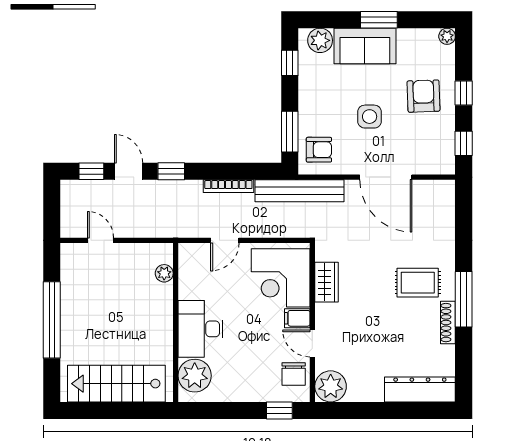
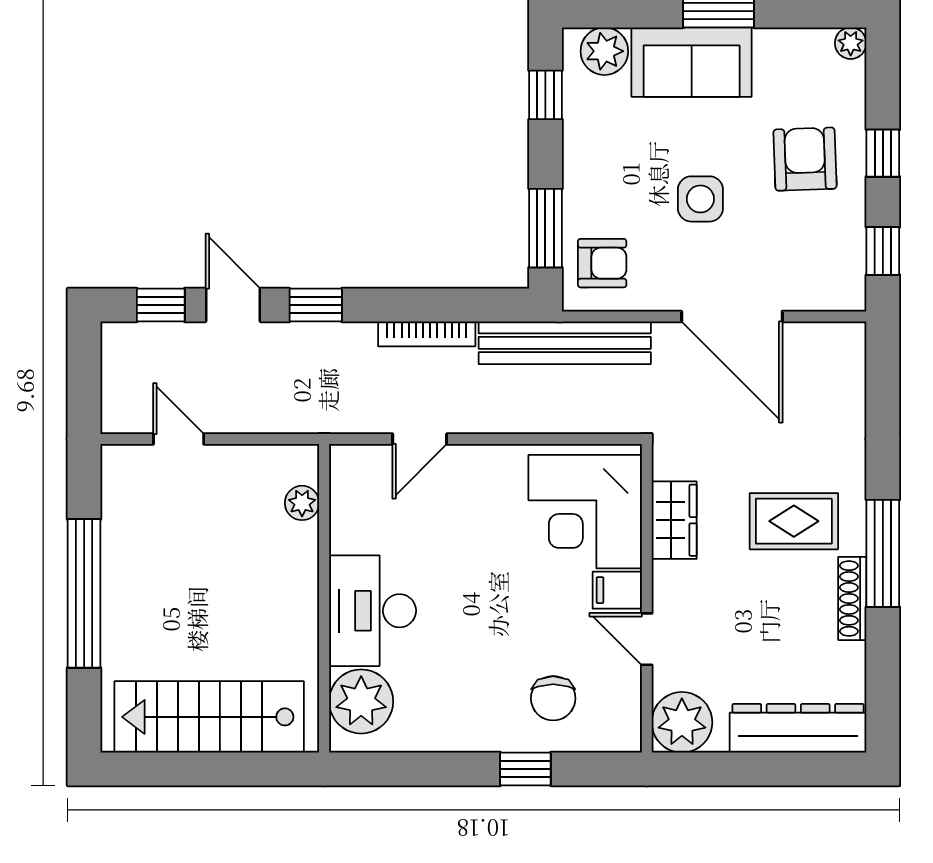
corner desk: (281, 278) -> (585, 512), moved
wardrobe: (327, 282) -> (674, 520), moved
filing cabinet: (297, 318) -> (617, 590), moved
wall: (312, 322) -> (647, 598), moved
door: (312, 343) -> (647, 639), moved
plant: (331, 386) -> (682, 722), moved

